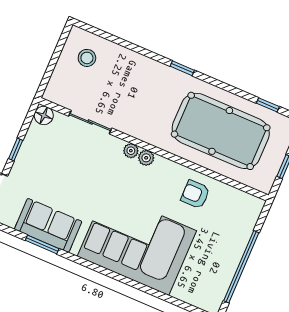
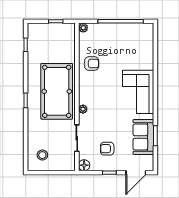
pool table: (221, 131) -> (57, 91), moved
plant: (146, 158) -> (83, 28), moved
armchair: (54, 162) -> (107, 149), added
armchair: (195, 194) -> (92, 63), turned -90
corner sofa: (137, 243) -> (138, 92), width x0.73, depth x0.74

